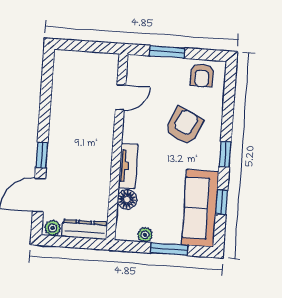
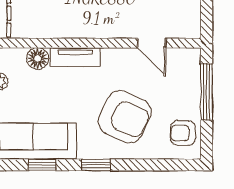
window: (167, 52) -> (207, 92), width x1.44
armchair: (184, 126) -> (125, 117), width x1.36, depth x1.36

